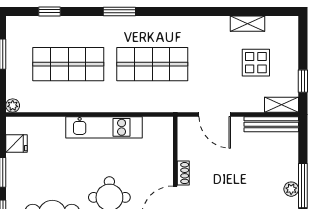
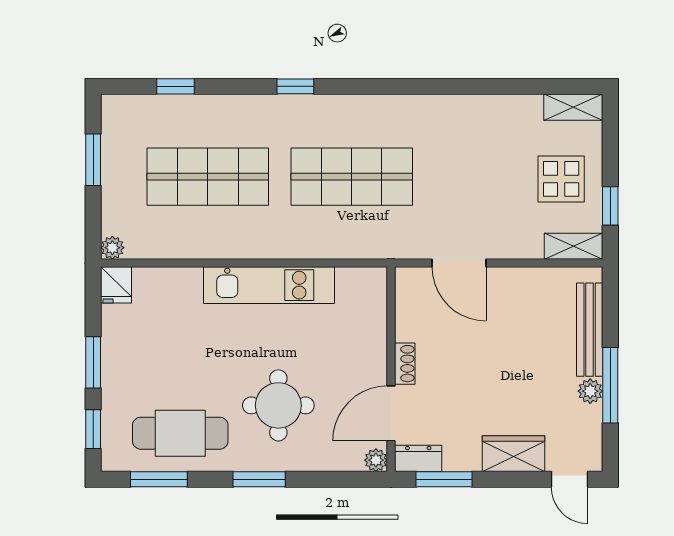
window: (119, 11) -> (295, 86), width x0.67
shelving: (248, 24) -> (573, 107), moved
display table: (256, 63) -> (561, 179), moved
bench: (271, 124) -> (590, 330), moved, turned 90
fridge: (16, 143) -> (116, 285), moved, turned 90

